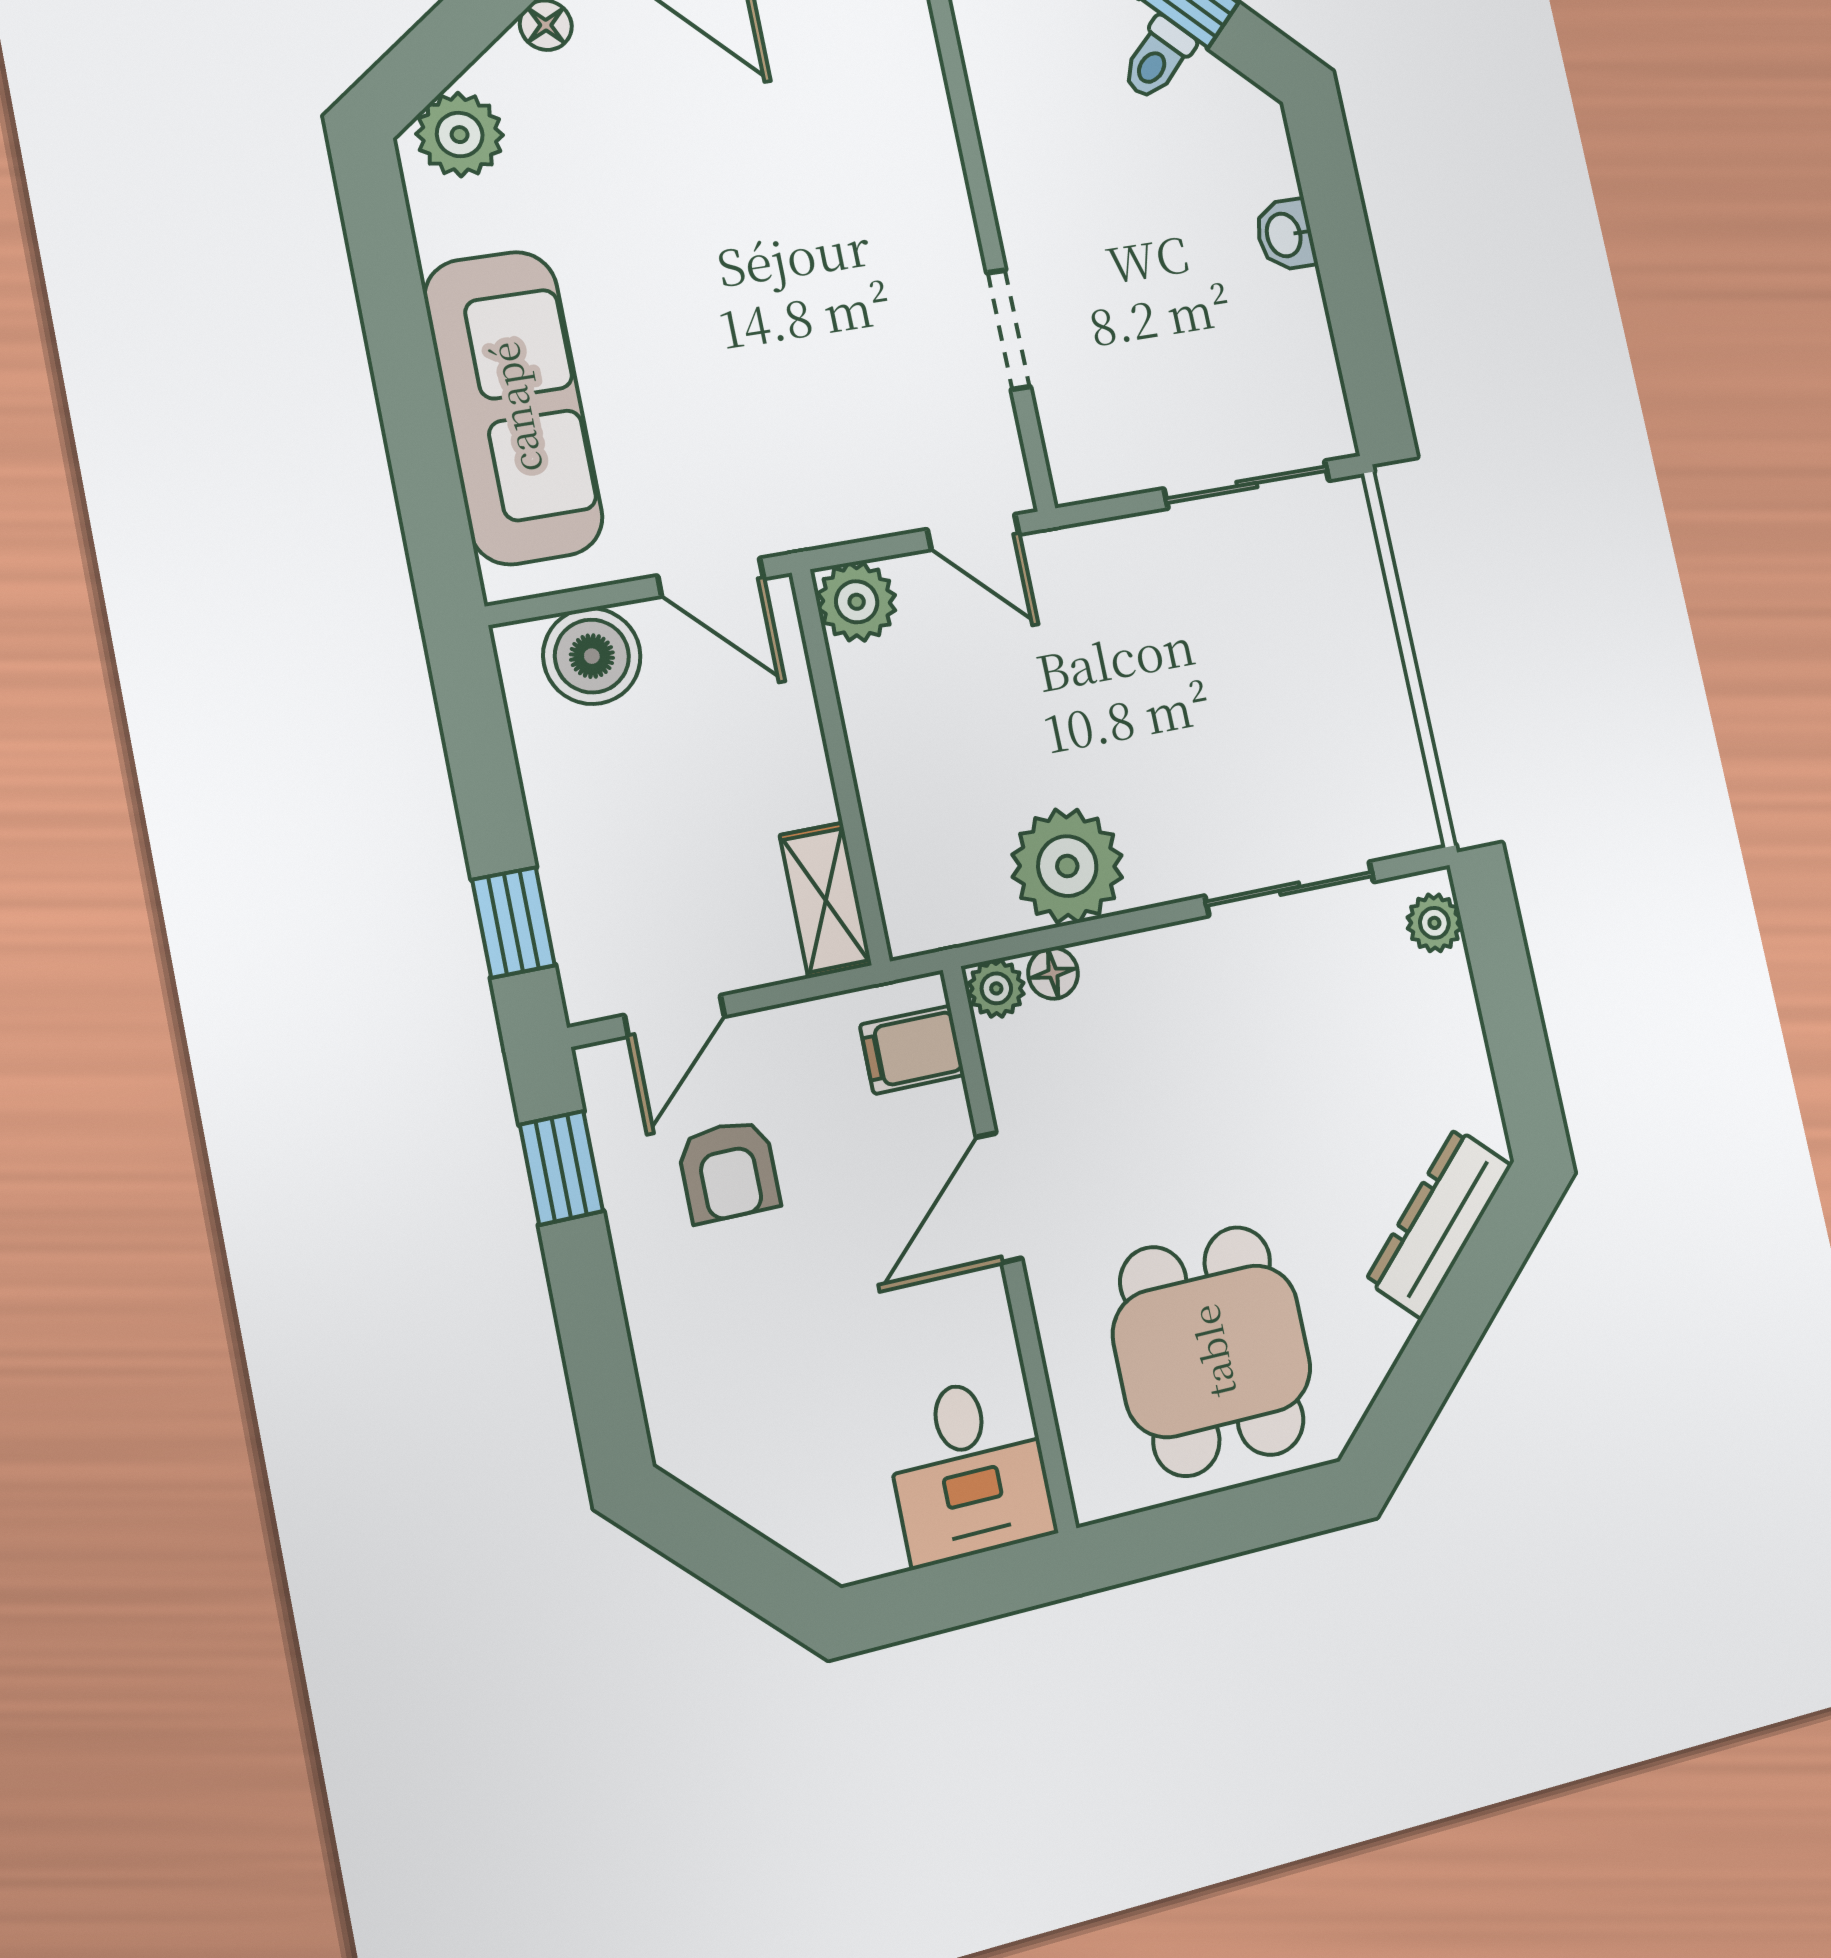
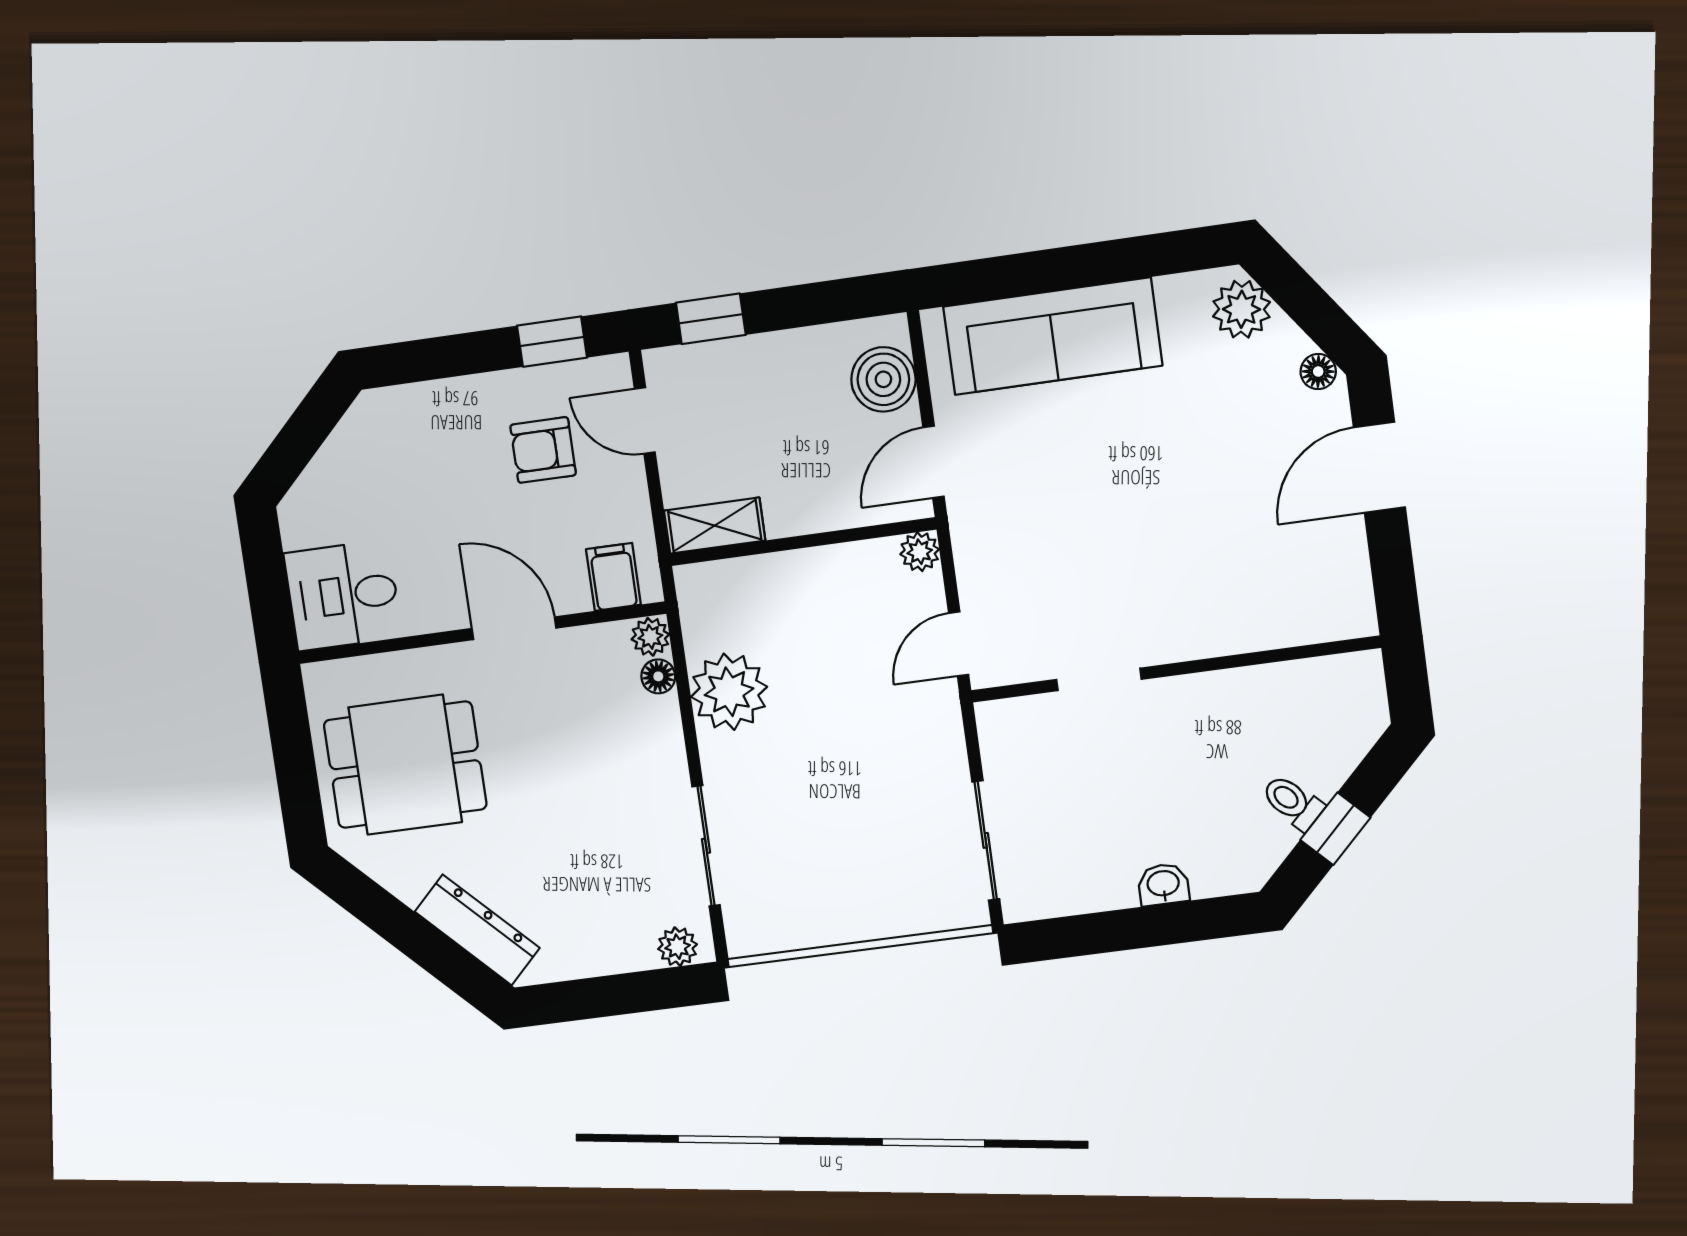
plant: (857, 602) -> (920, 552), width x0.73, depth x0.73

